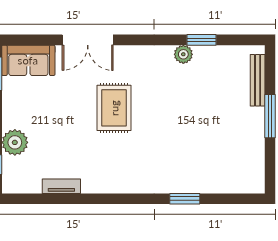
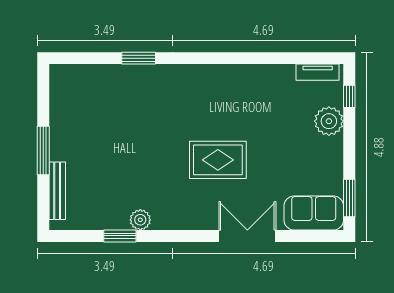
rug: (114, 108) -> (218, 160), turned 90
tv unit: (61, 186) -> (318, 72), moved

